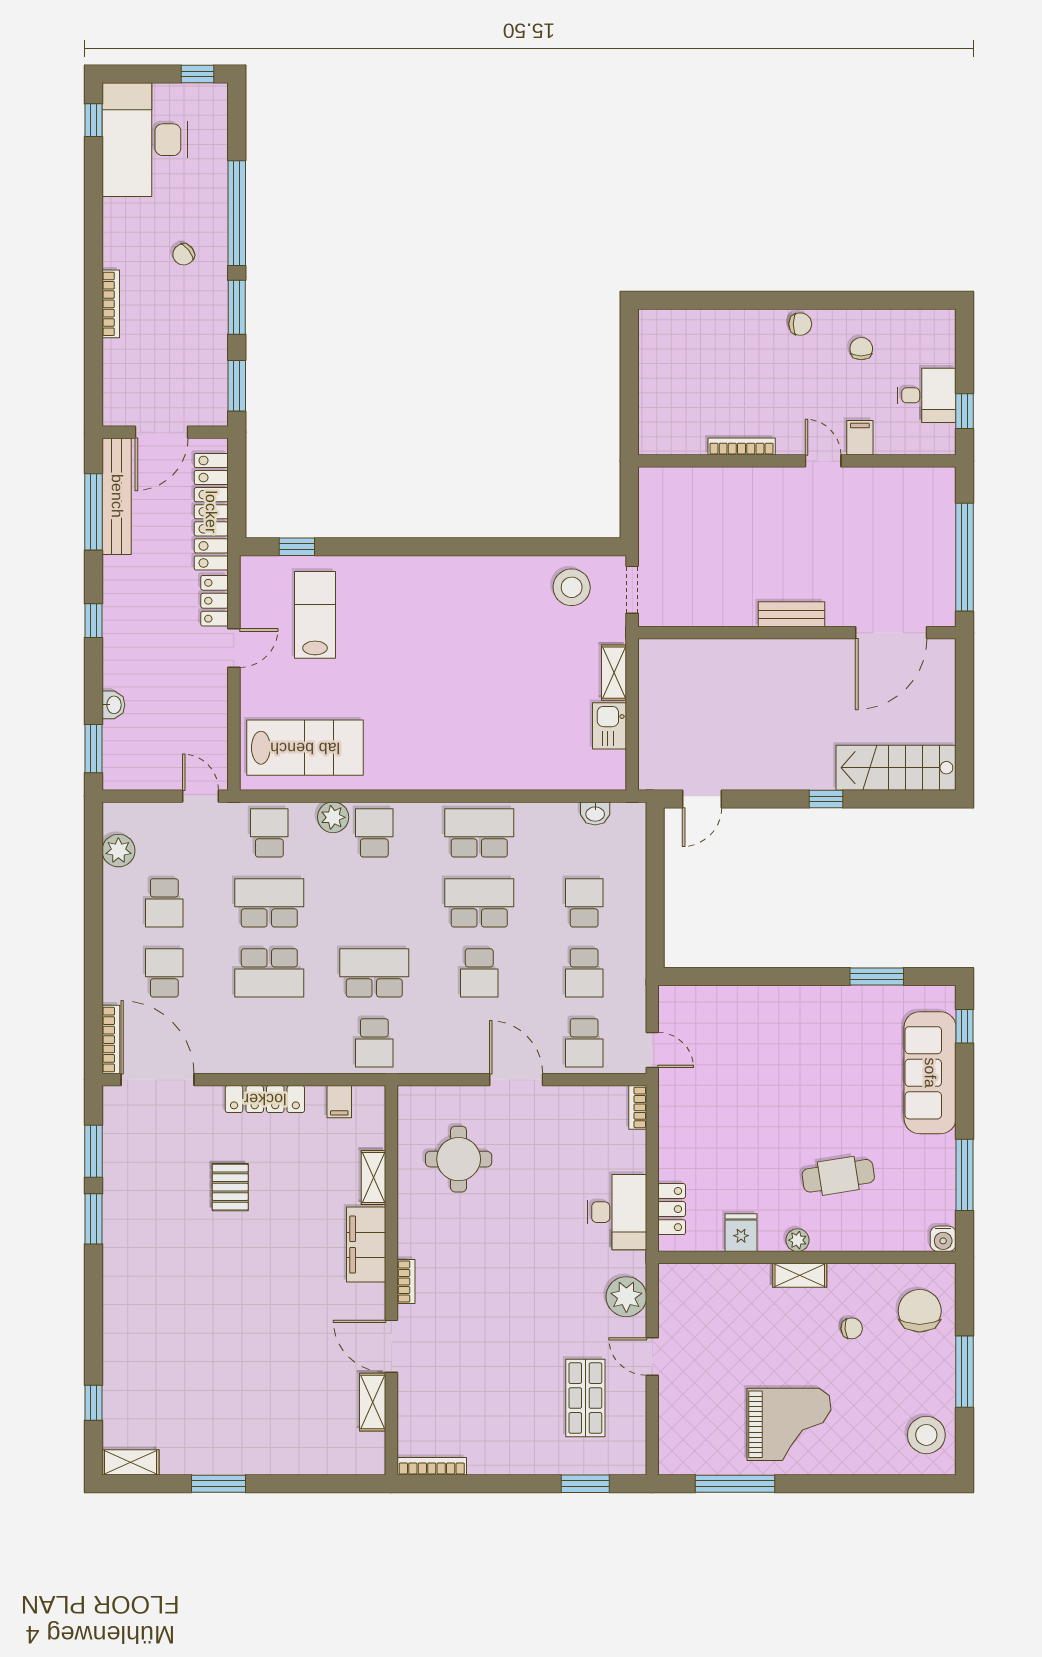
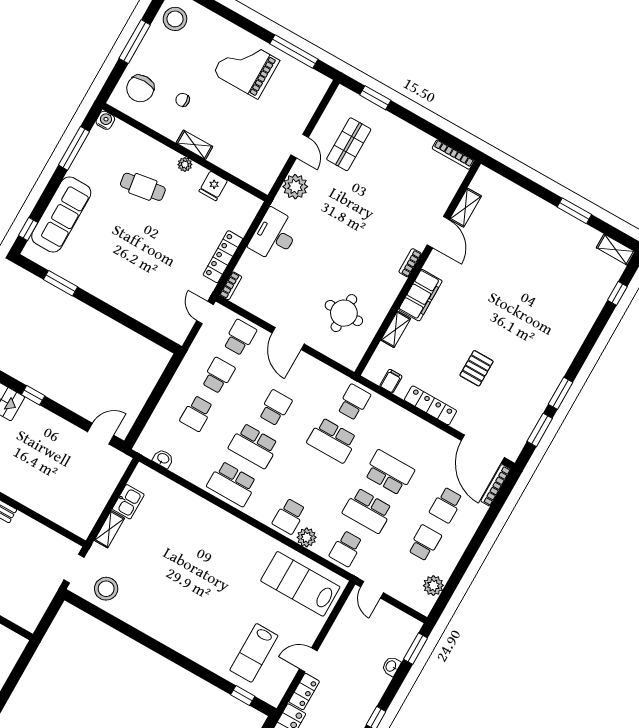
locker: (672, 1209) -> (223, 257), moved, width x1.53

